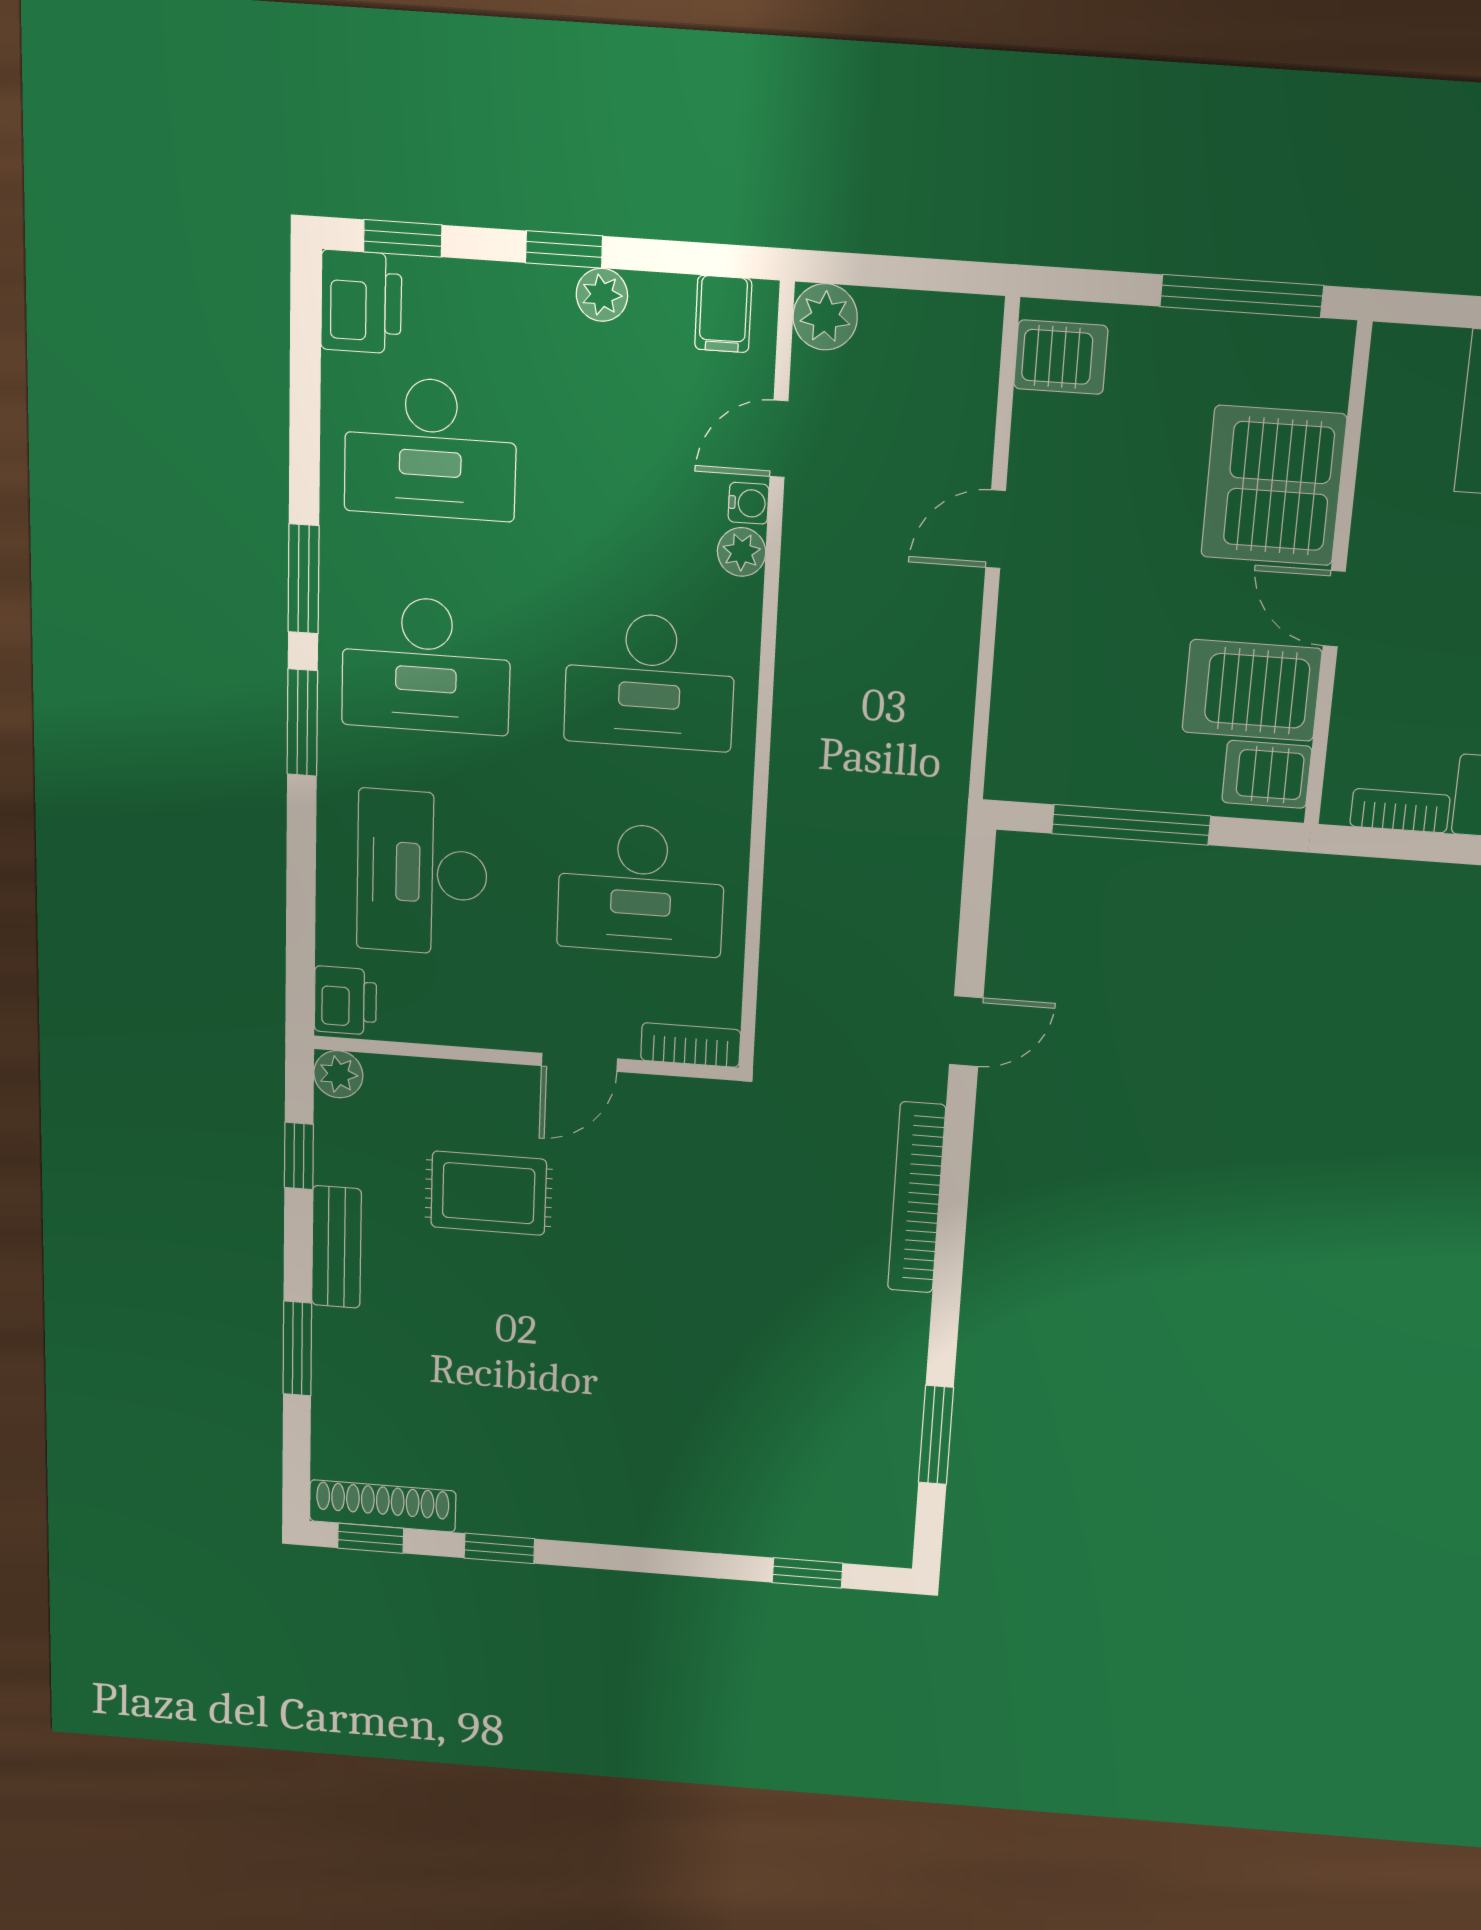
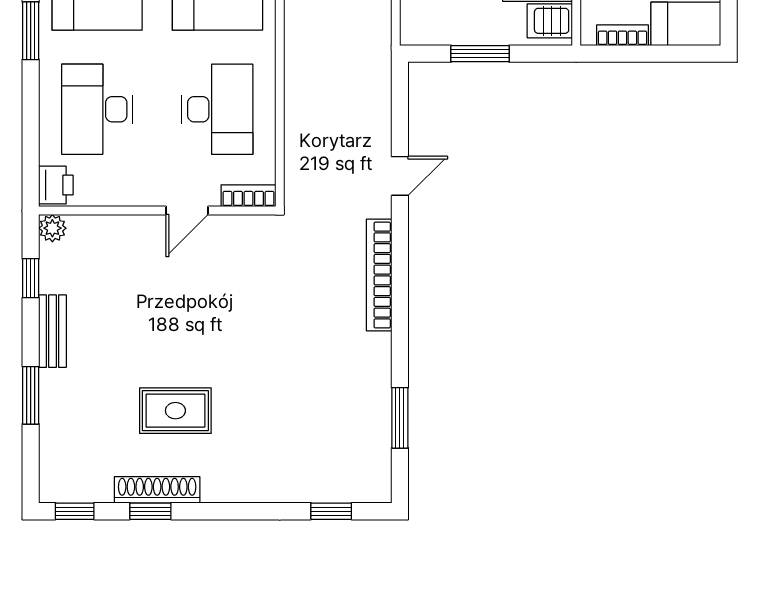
window: (1131, 825) -> (480, 54), width x0.69
desk: (641, 889) -> (217, 109), turned -90
rug: (489, 1193) -> (175, 411), moved
shoe rack: (383, 1506) -> (157, 490), moved

